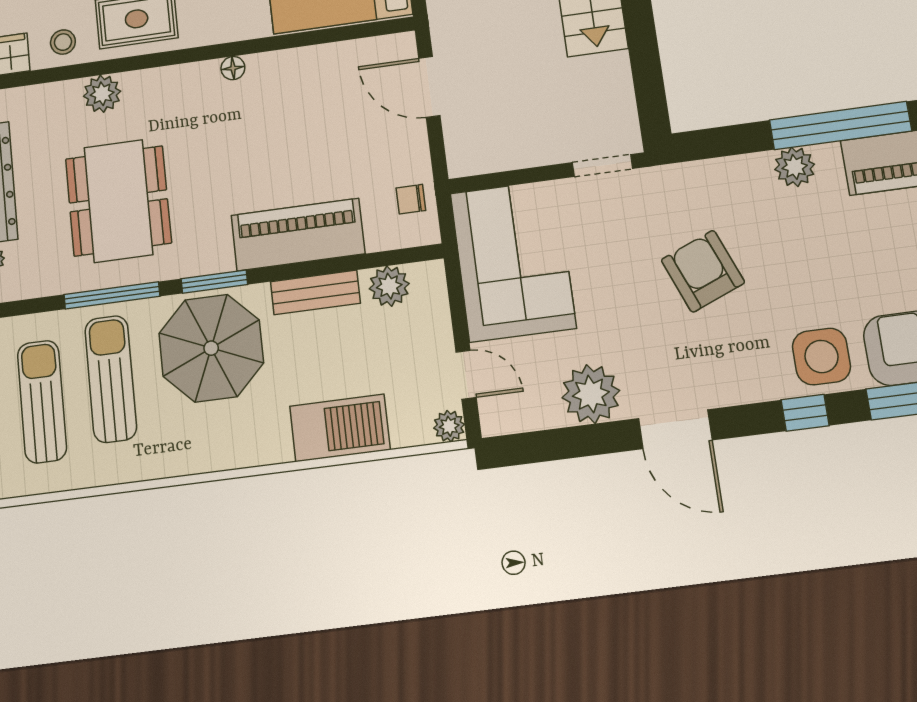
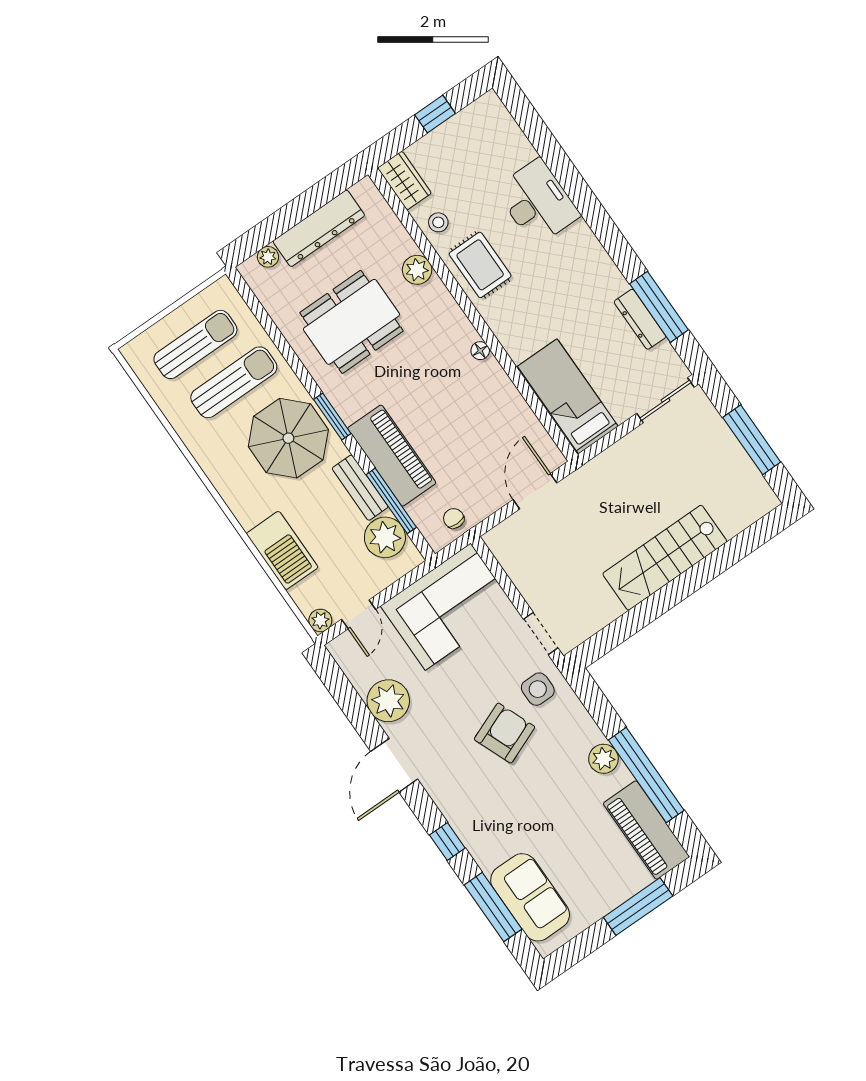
plant: (389, 286) -> (385, 537), width x1.36, depth x1.36
window: (112, 295) -> (391, 501), moved
side table: (821, 357) -> (538, 689), moved, width x0.73, depth x0.73

